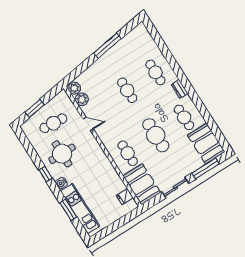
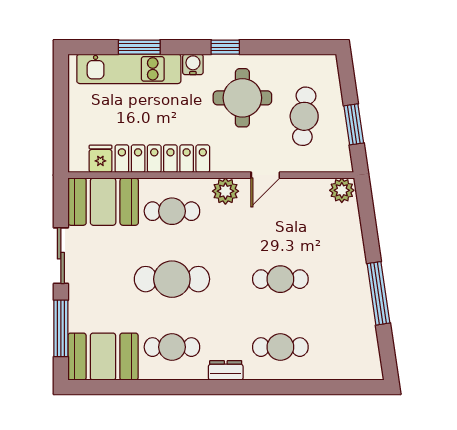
plant: (82, 99) -> (225, 191), moved
window: (35, 108) -> (354, 124), moved
locker: (108, 171) -> (162, 159), added

